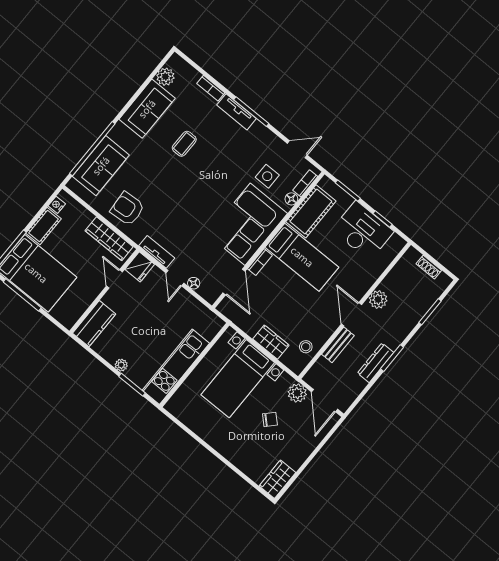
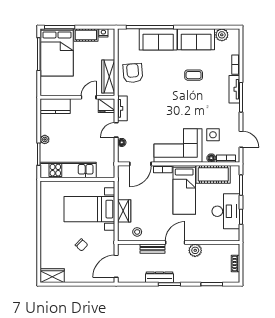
sofa: (101, 166) -> (158, 39), moved
plant: (297, 393) -> (108, 248), removed

